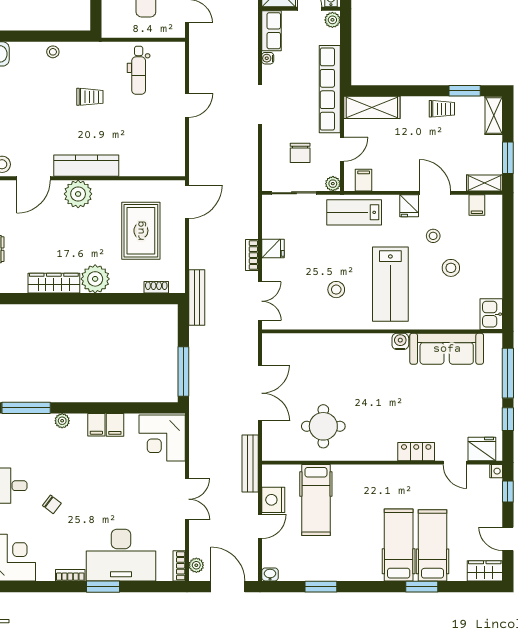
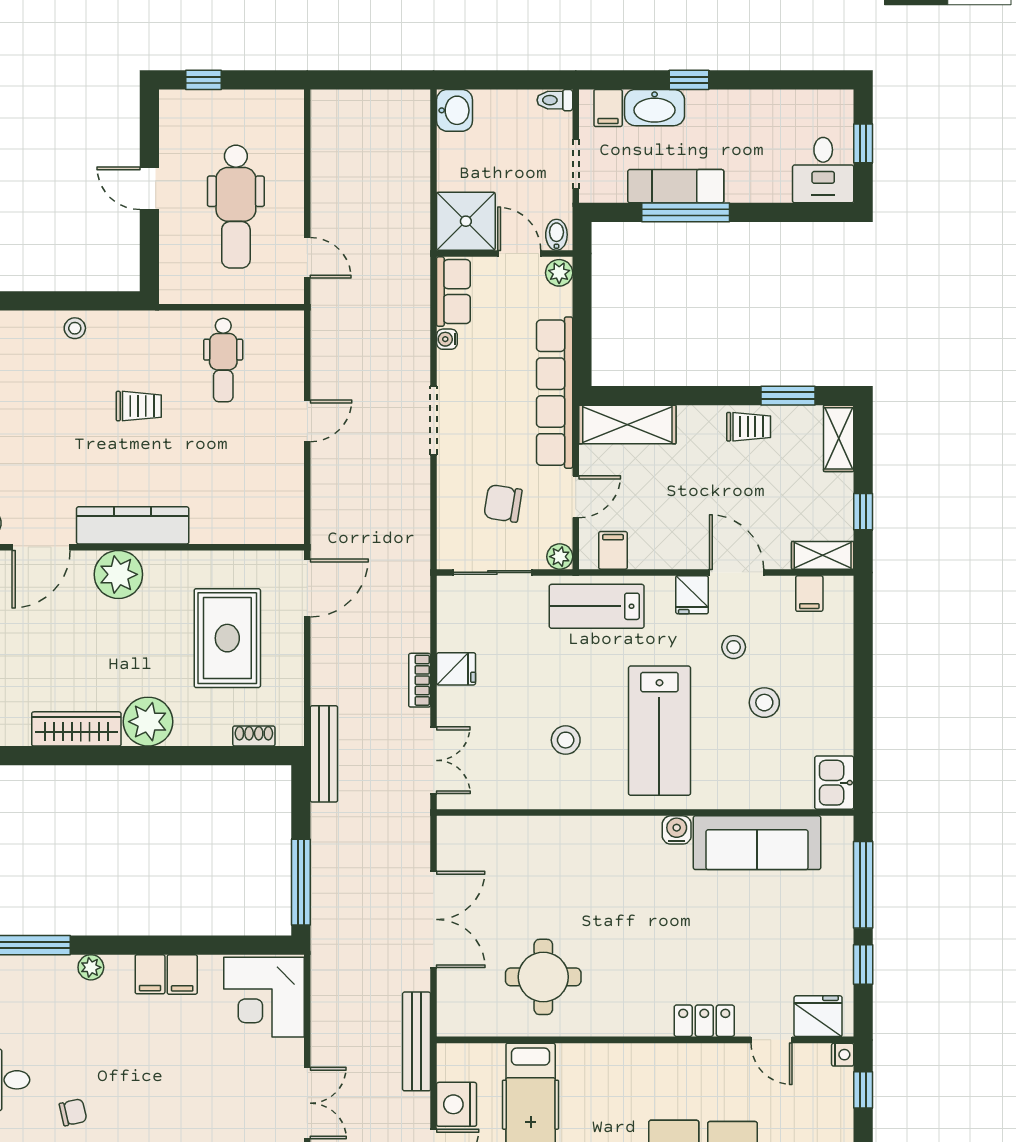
chair: (300, 153) -> (503, 503), turned 99
window: (508, 158) -> (863, 512), width x0.67
chair: (52, 504) -> (73, 1112), turned -50

